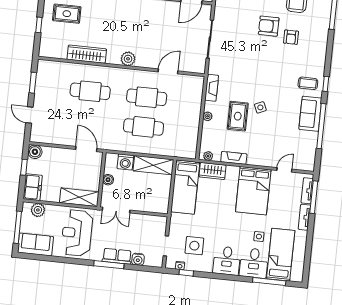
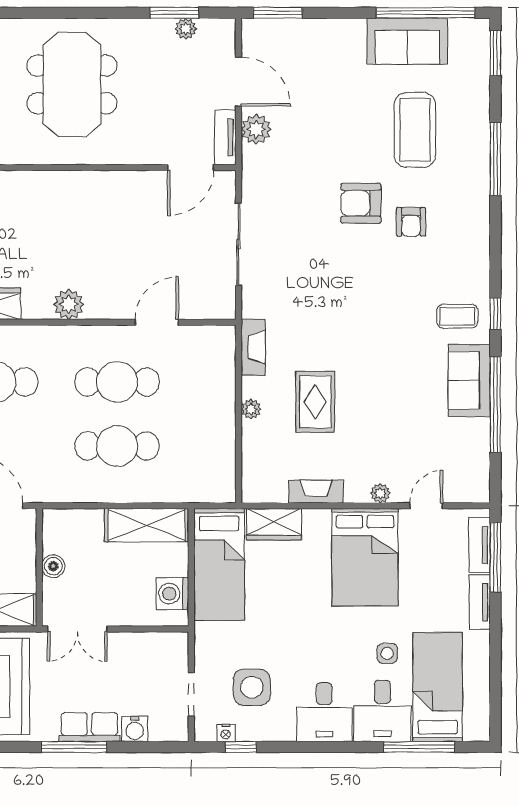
side table: (260, 107) -> (361, 378), removed
plant: (208, 156) -> (380, 493), moved
washing machine: (125, 162) -> (172, 594), moved, turned 90

